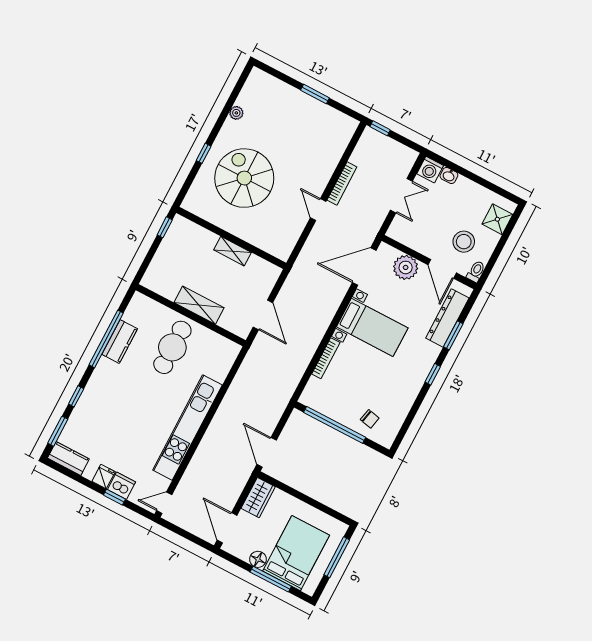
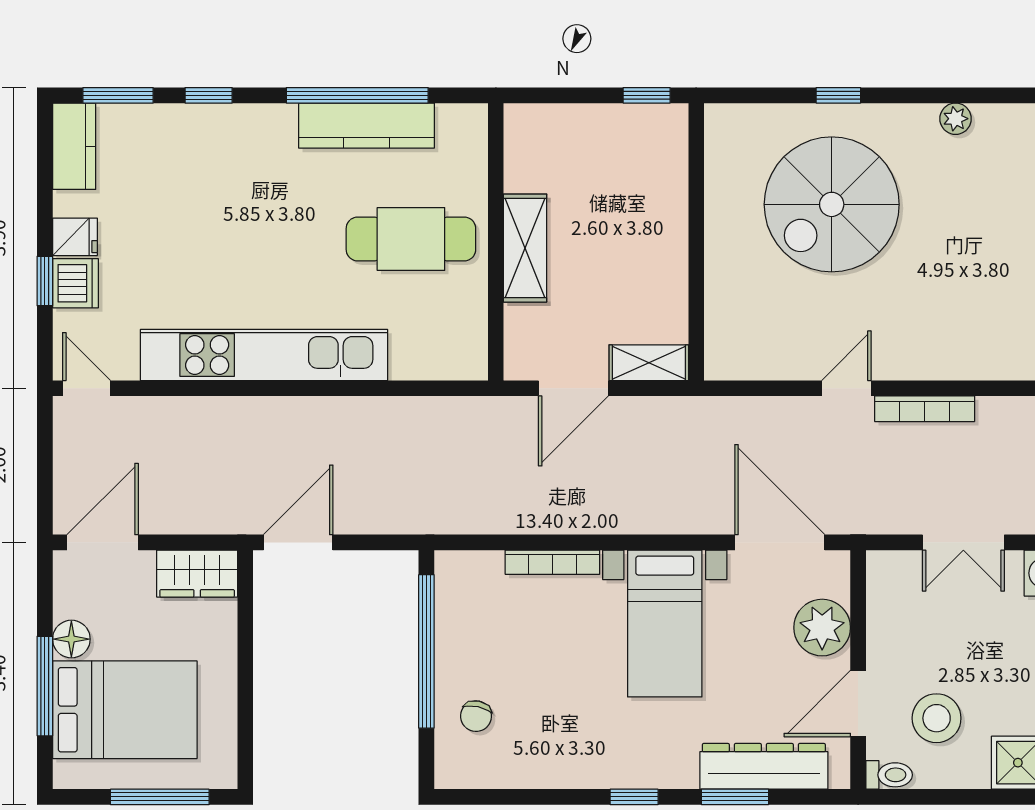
spiral stairs: (244, 178) -> (832, 204), turned 180
shelving: (233, 251) -> (649, 363), moved, turned 90
kitchen counter: (120, 342) -> (366, 126), width x1.50

